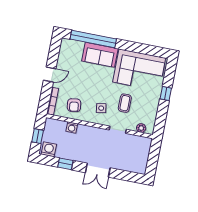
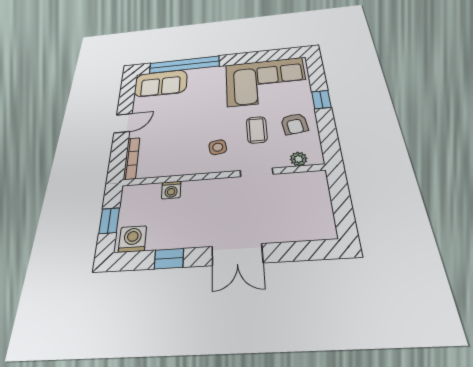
sofa: (100, 55) -> (161, 83), moved
armchair: (74, 105) -> (294, 124), moved

